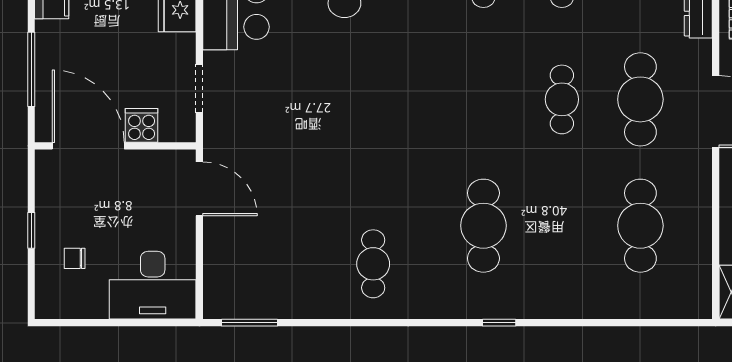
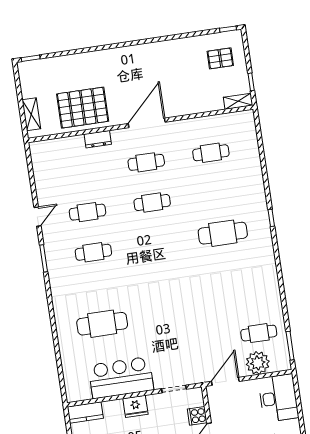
cafe table: (640, 99) -> (146, 162), width x0.73, depth x0.74
cafe table: (640, 226) -> (211, 153), width x0.73, depth x0.74
plant: (226, 256) -> (258, 363), added
cafe table: (373, 264) -> (259, 333), moved

